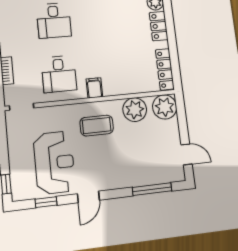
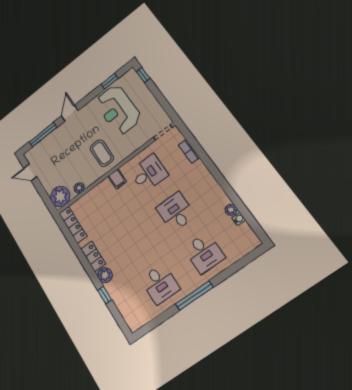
desk: (59, 74) -> (149, 173), turned 90
plant: (135, 110) -> (79, 188), width x0.53, depth x0.53
coffee table: (97, 126) -> (102, 153), turned 90
door: (88, 197) -> (70, 113), moved

